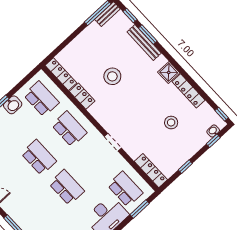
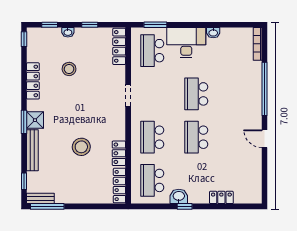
window: (148, 35) -> (24, 122), moved
shower: (169, 72) -> (35, 120), moved
washbasin: (213, 131) -> (68, 32), moved

